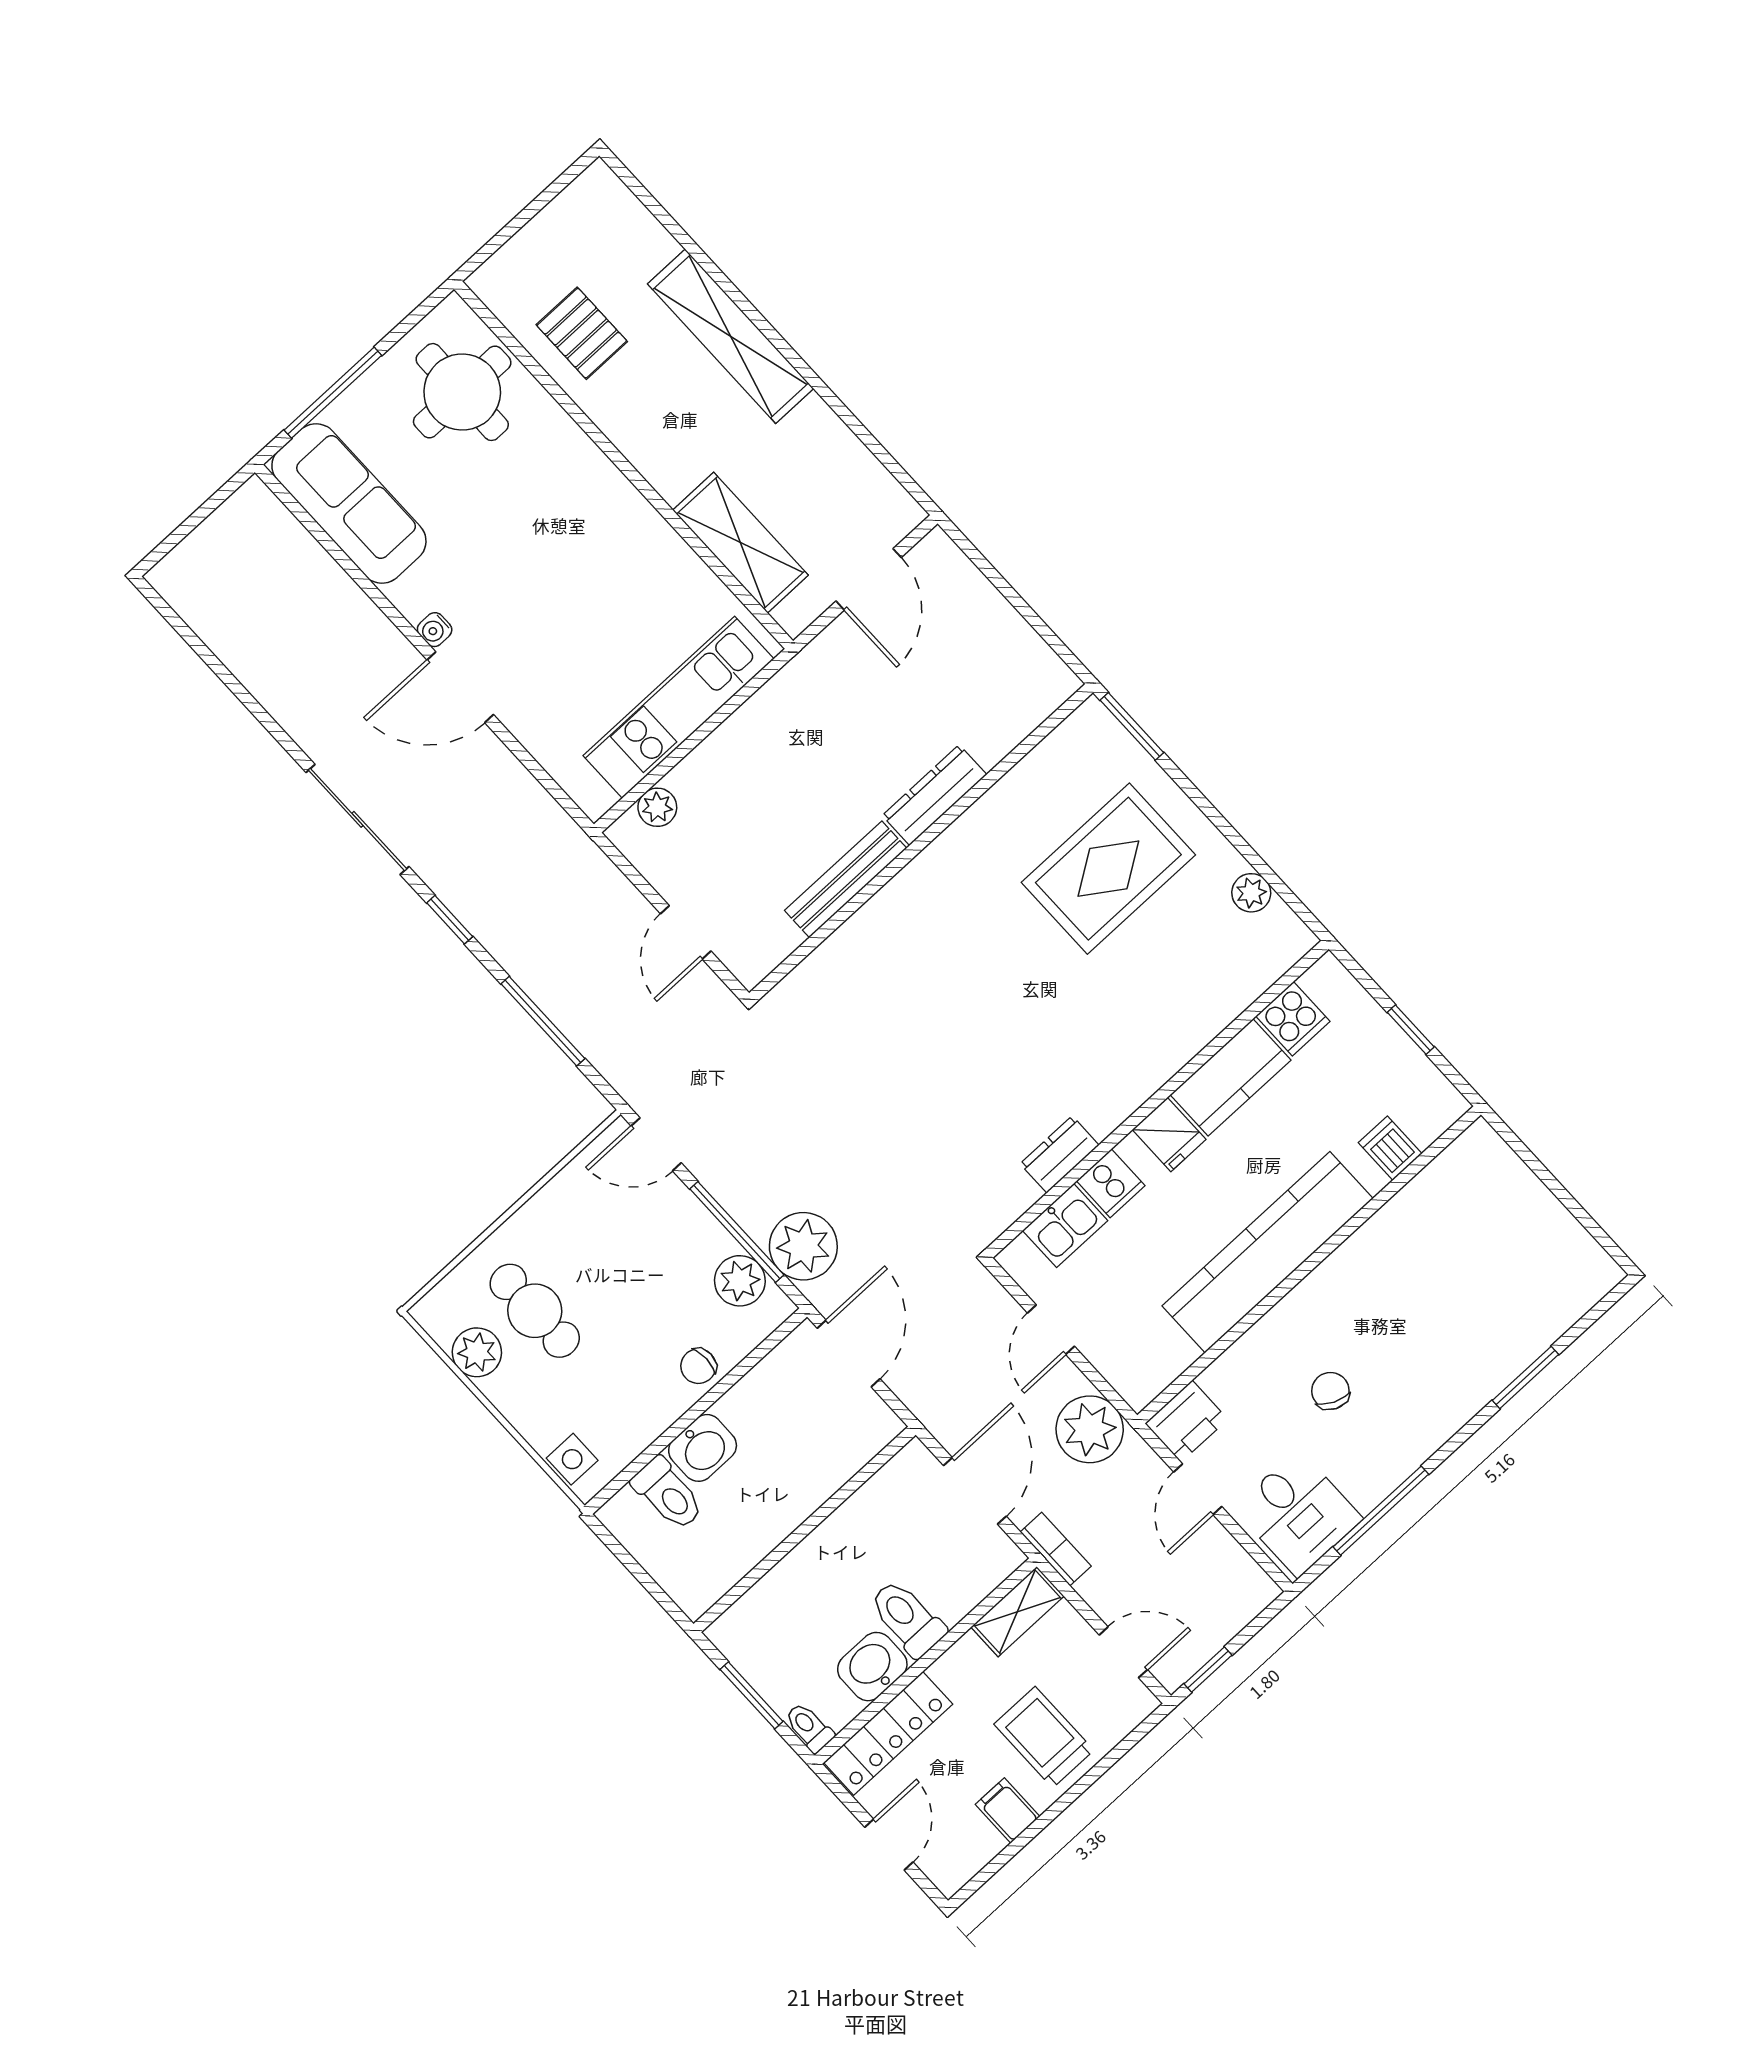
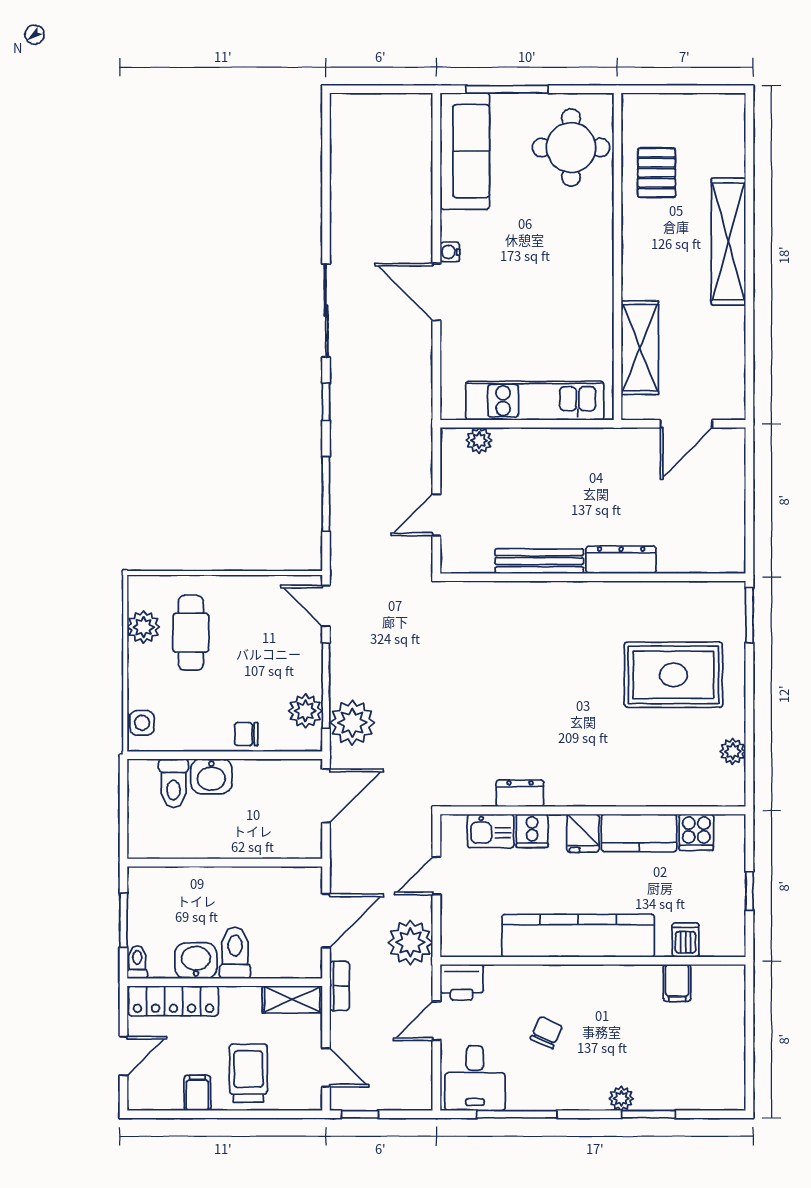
filing cabinet: (1424, 1204) -> (677, 983), added
plant: (1480, 1388) -> (621, 1098), added

